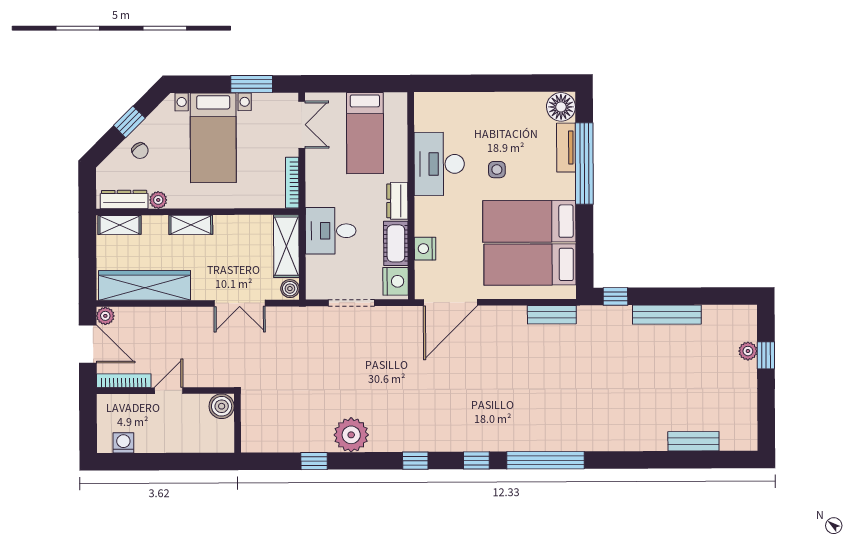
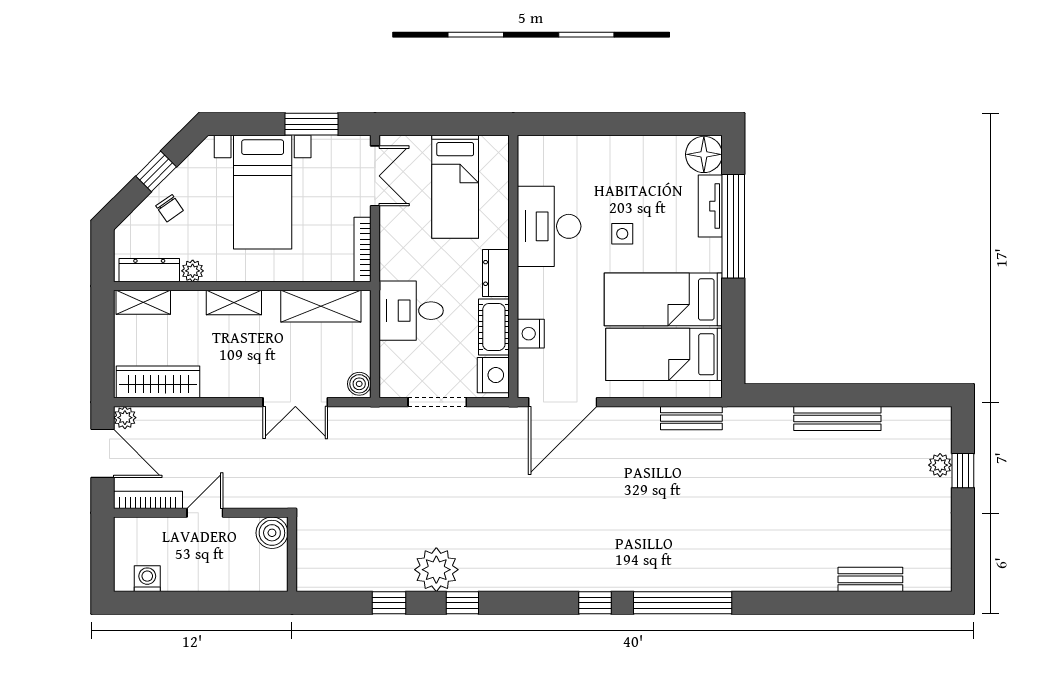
shelving: (286, 246) -> (321, 306), moved, turned 90
wardrobe: (144, 285) -> (158, 382), width x0.71, depth x0.85
window: (615, 296) -> (772, 395), removed
window: (415, 461) -> (462, 603), moved

